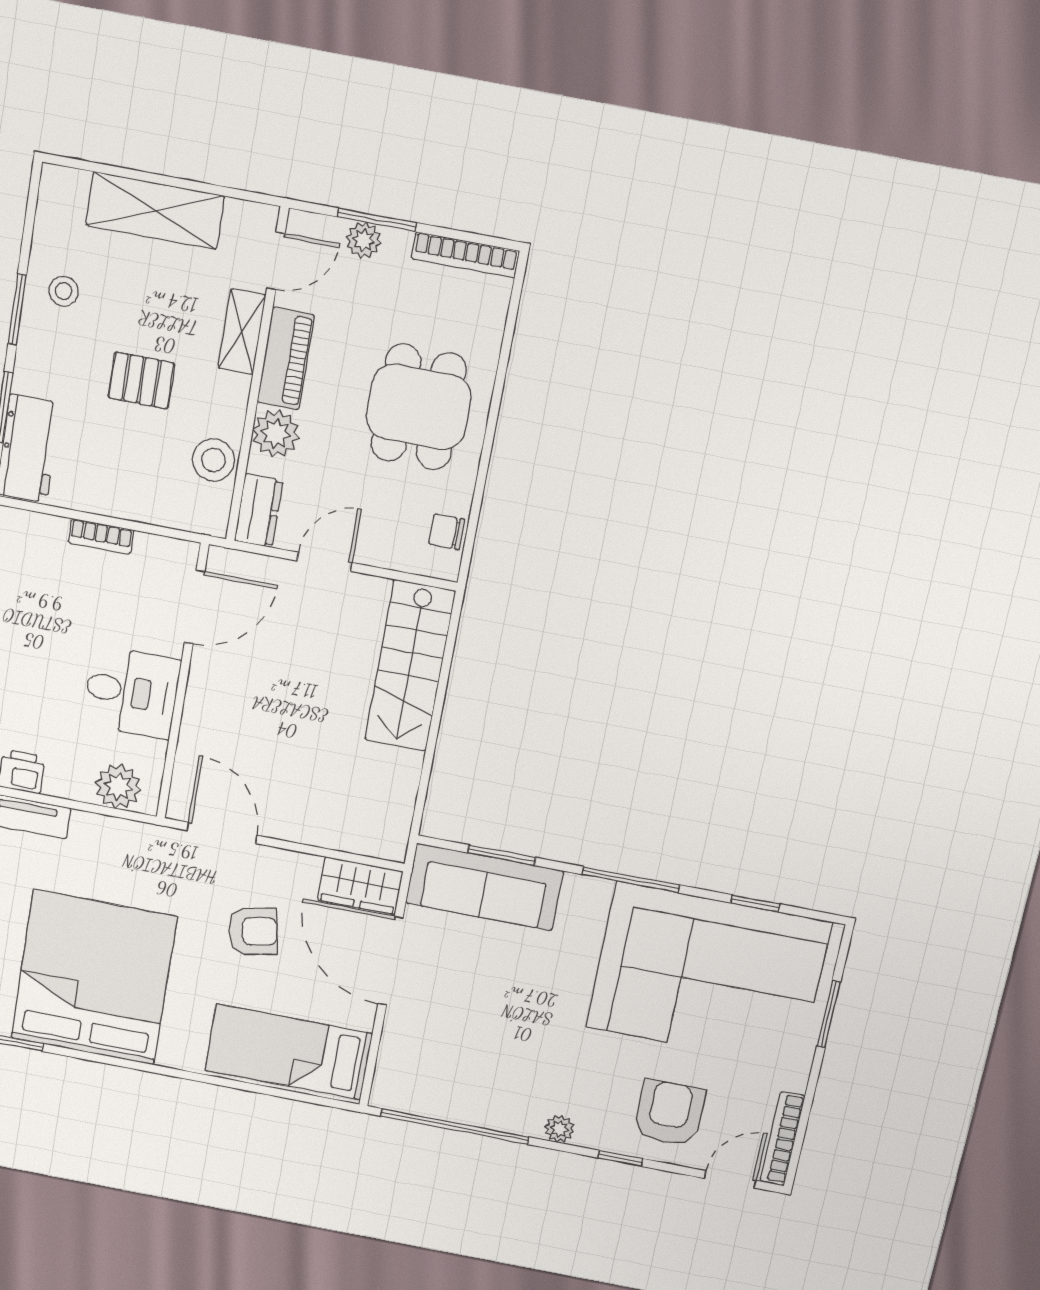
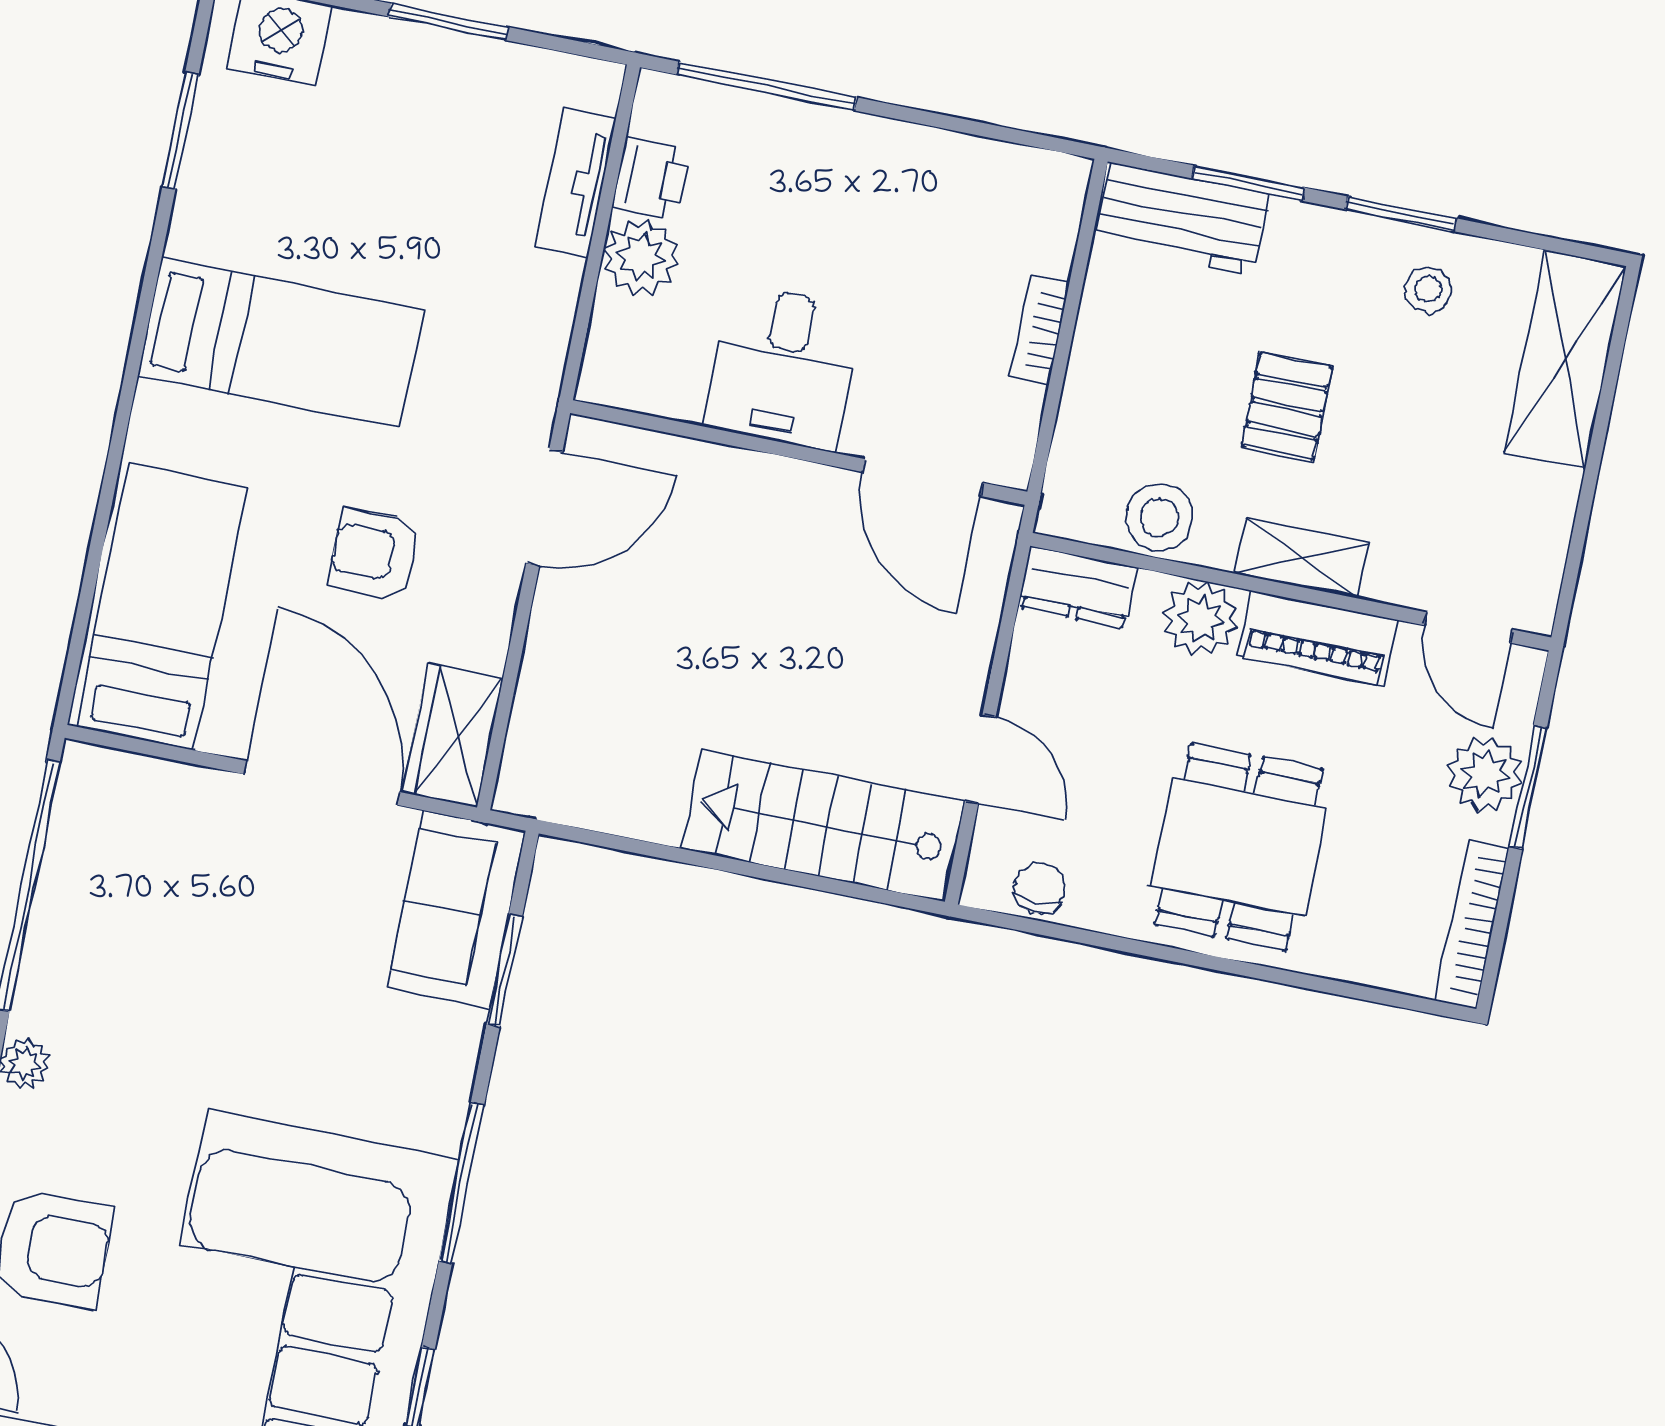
shelving: (155, 211) -> (1565, 360), moved
plant: (364, 240) -> (1485, 774), width x1.38, depth x1.38
shelving: (242, 332) -> (1302, 558), moved
dining table: (419, 407) -> (1238, 847), turned 90
door: (325, 562) -> (980, 759), moved
plant: (118, 787) -> (641, 257), moved
sofa: (484, 887) -> (456, 909), width x0.73
armchair: (253, 931) -> (374, 554), turned 101
door: (390, 961) -> (322, 783), hinge flipped
bed: (94, 978) -> (281, 342), width x0.49

